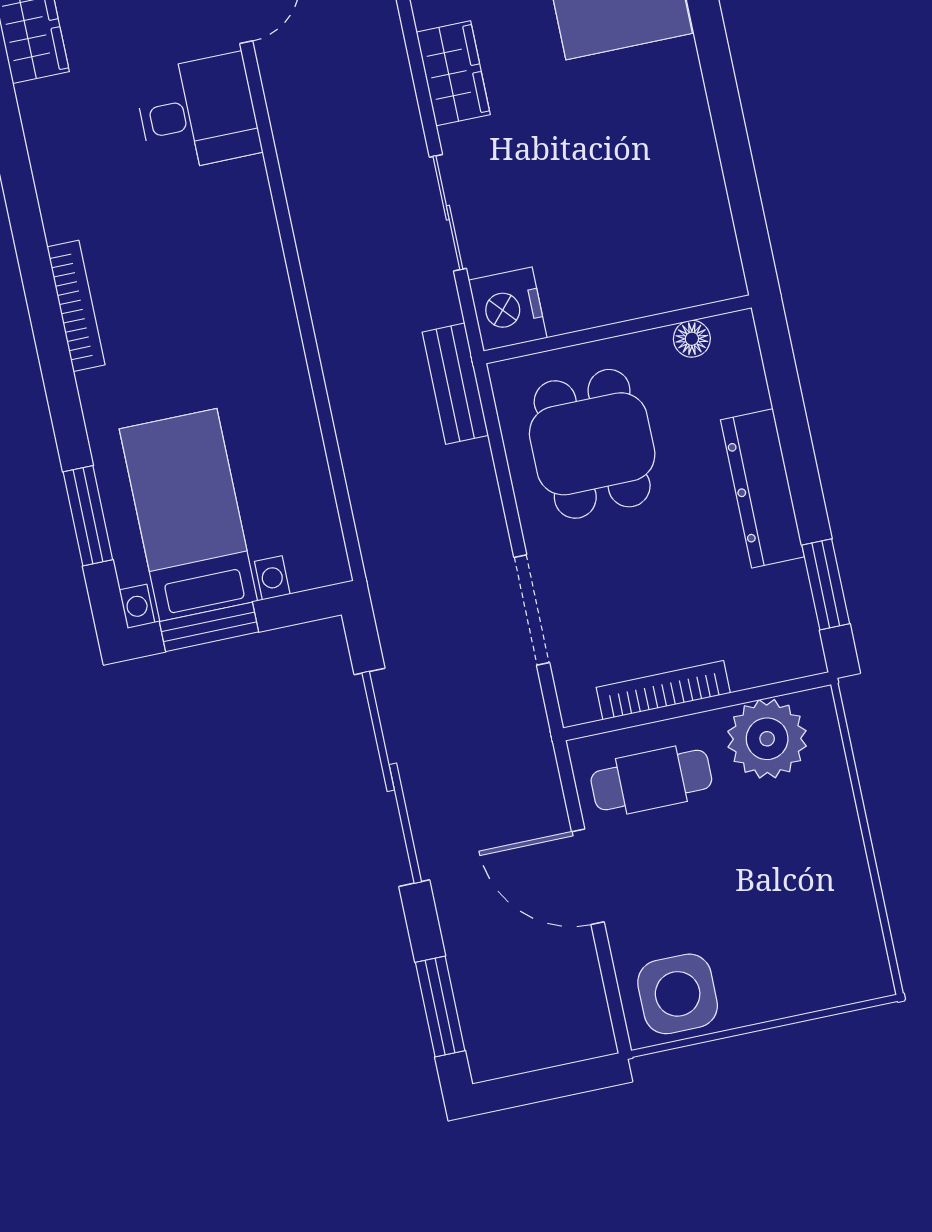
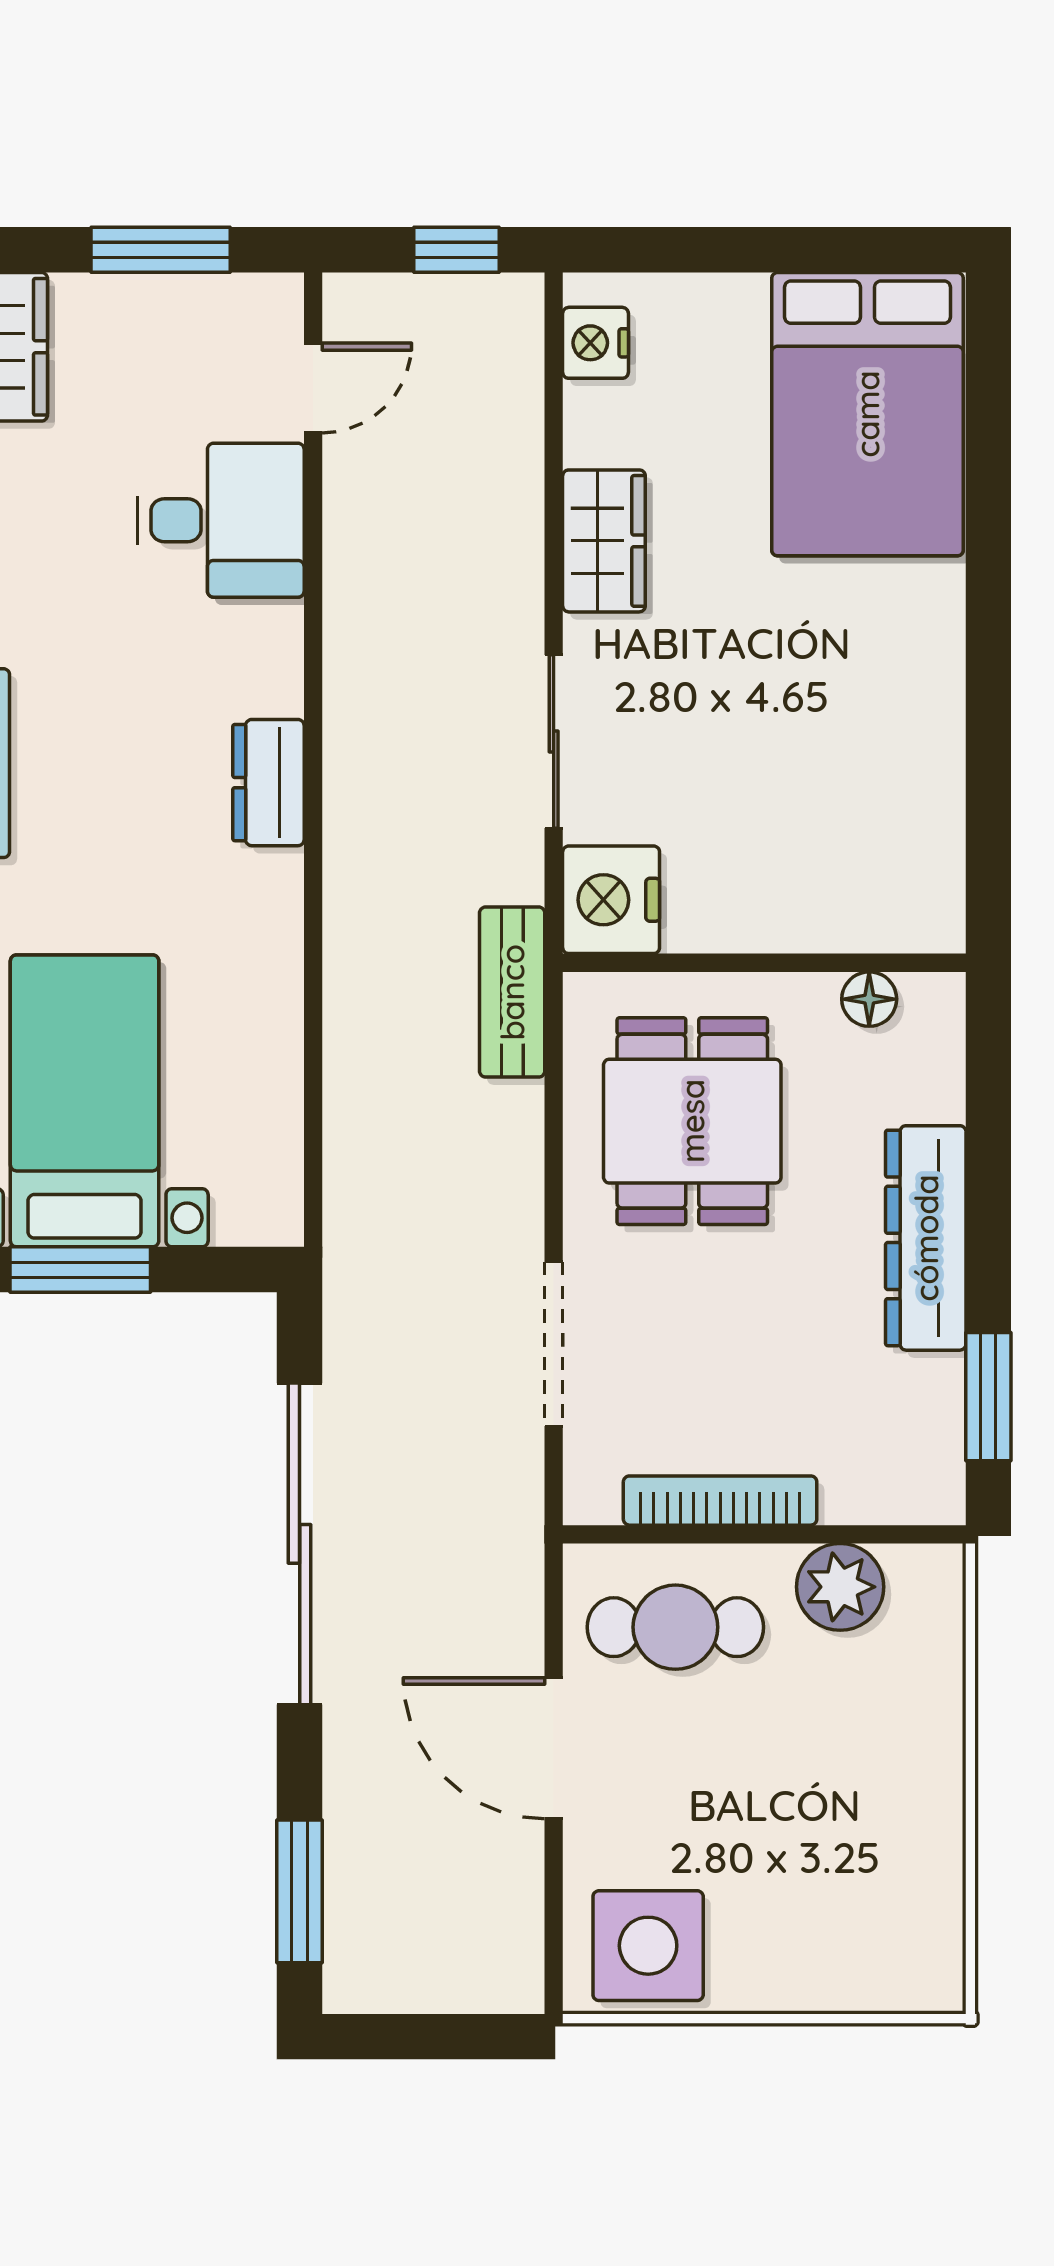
dresser: (265, 279) -> (268, 783), added
plant: (767, 739) -> (840, 1587), width x0.73, depth x0.73

